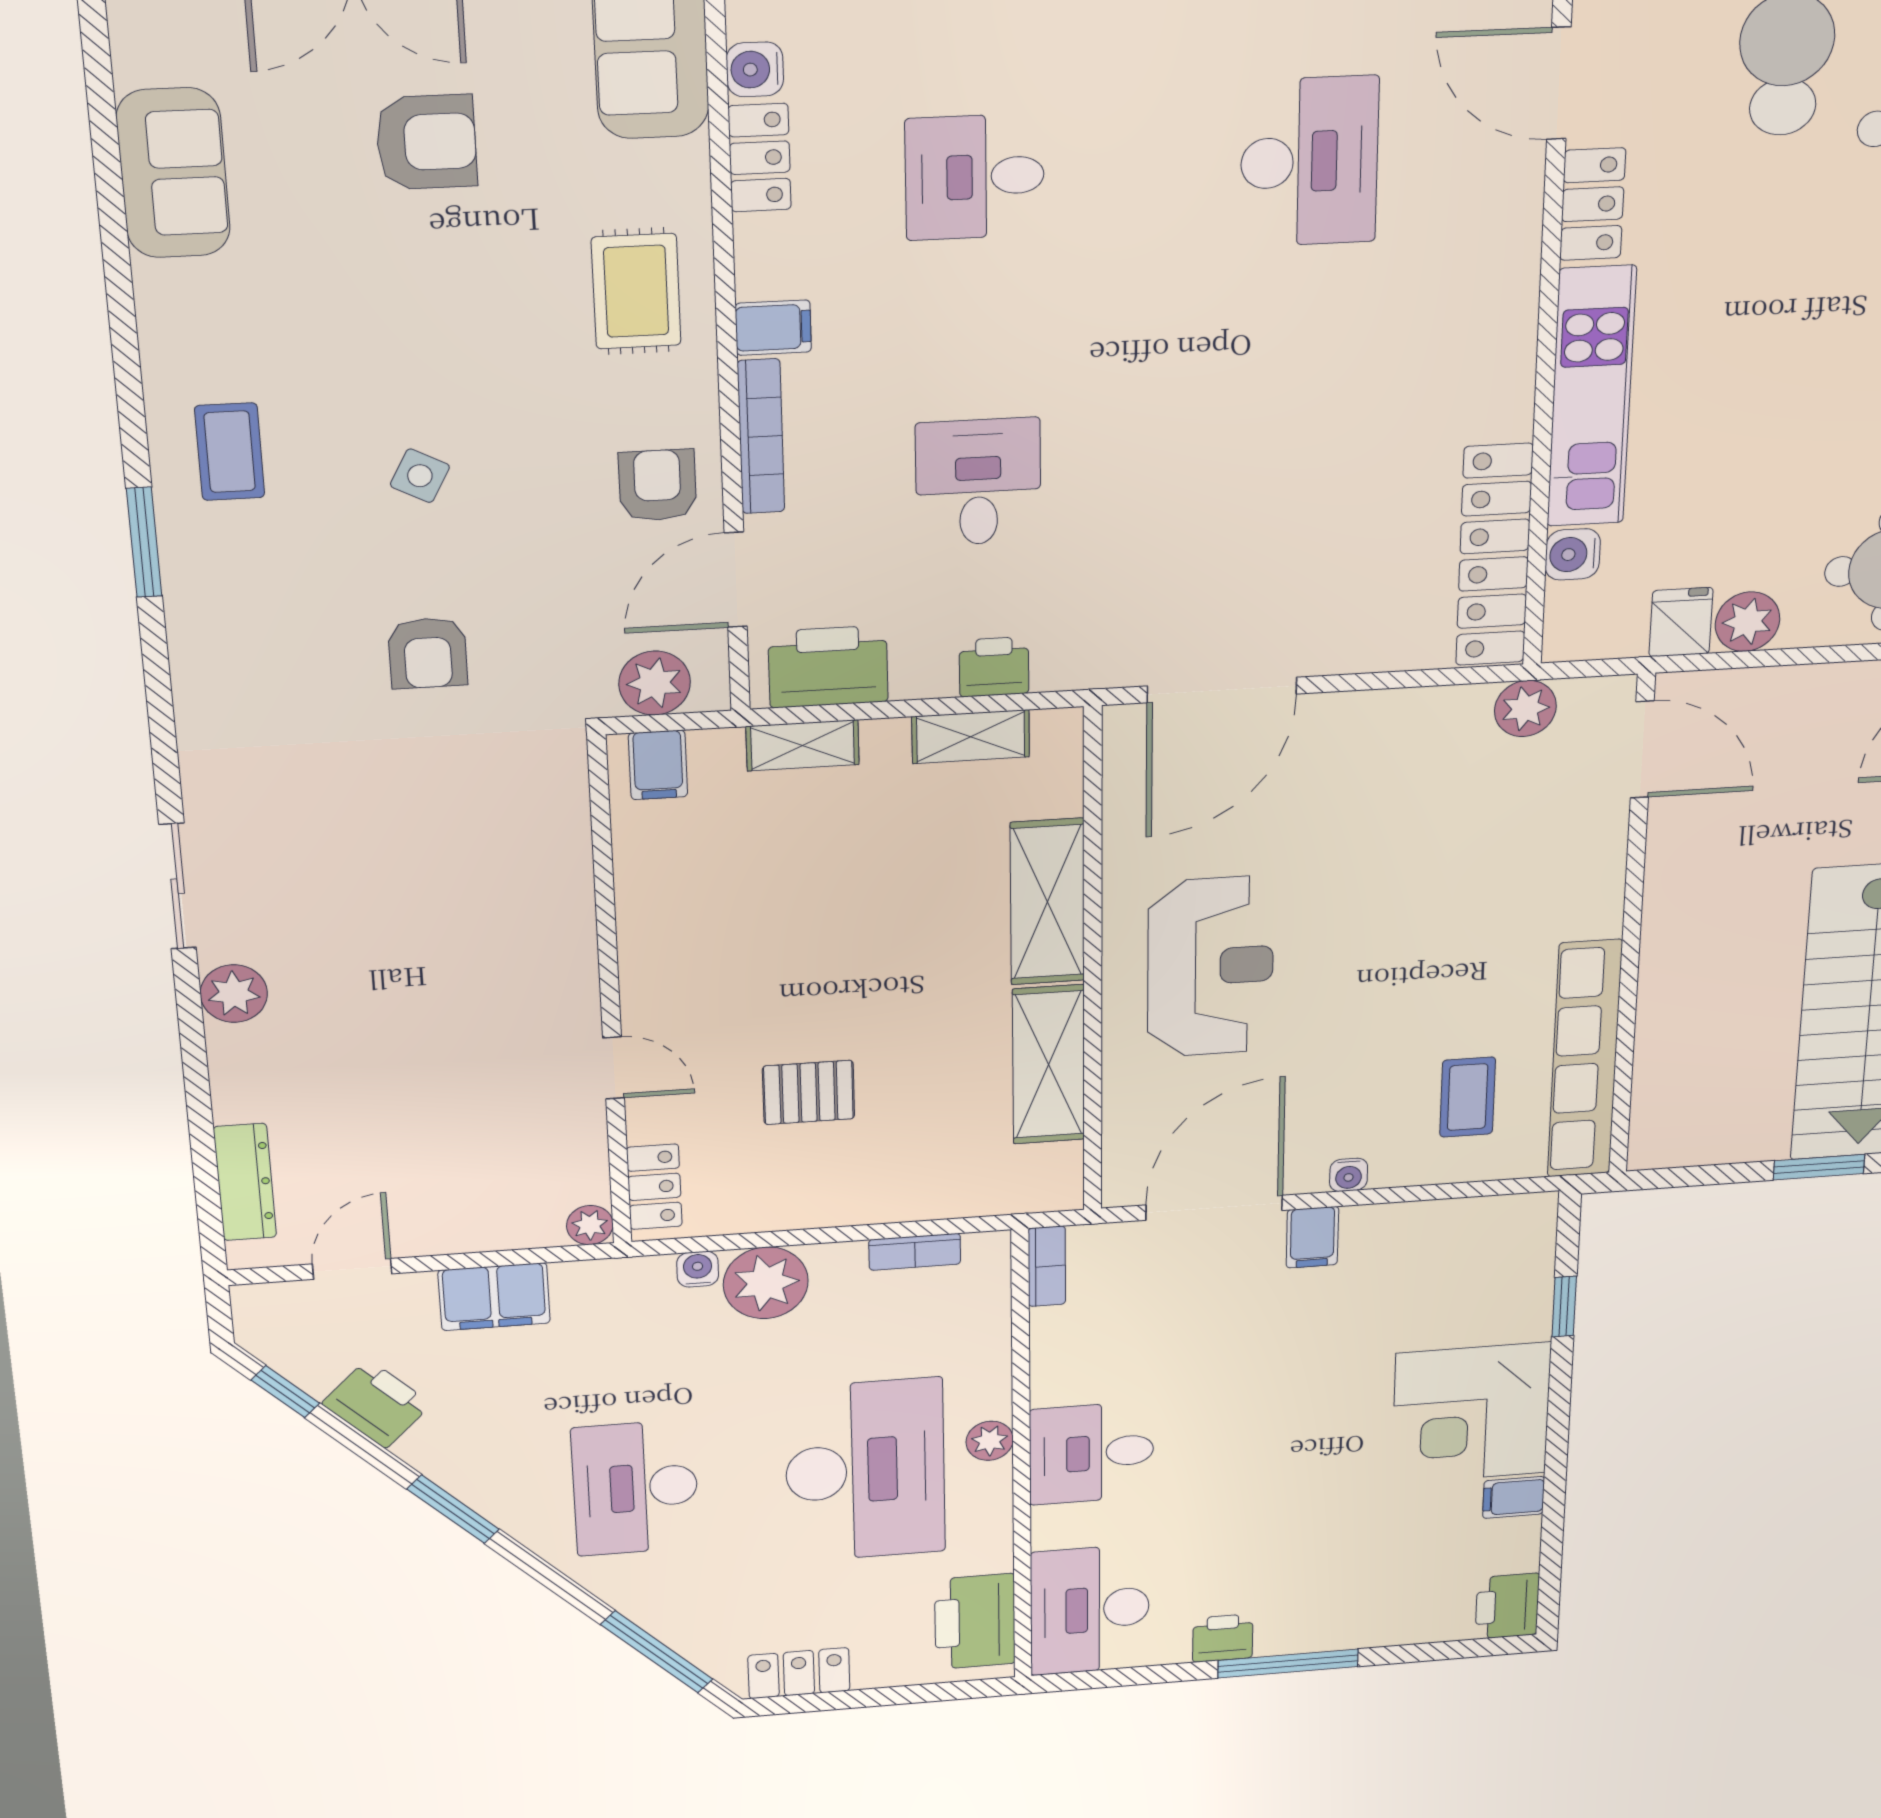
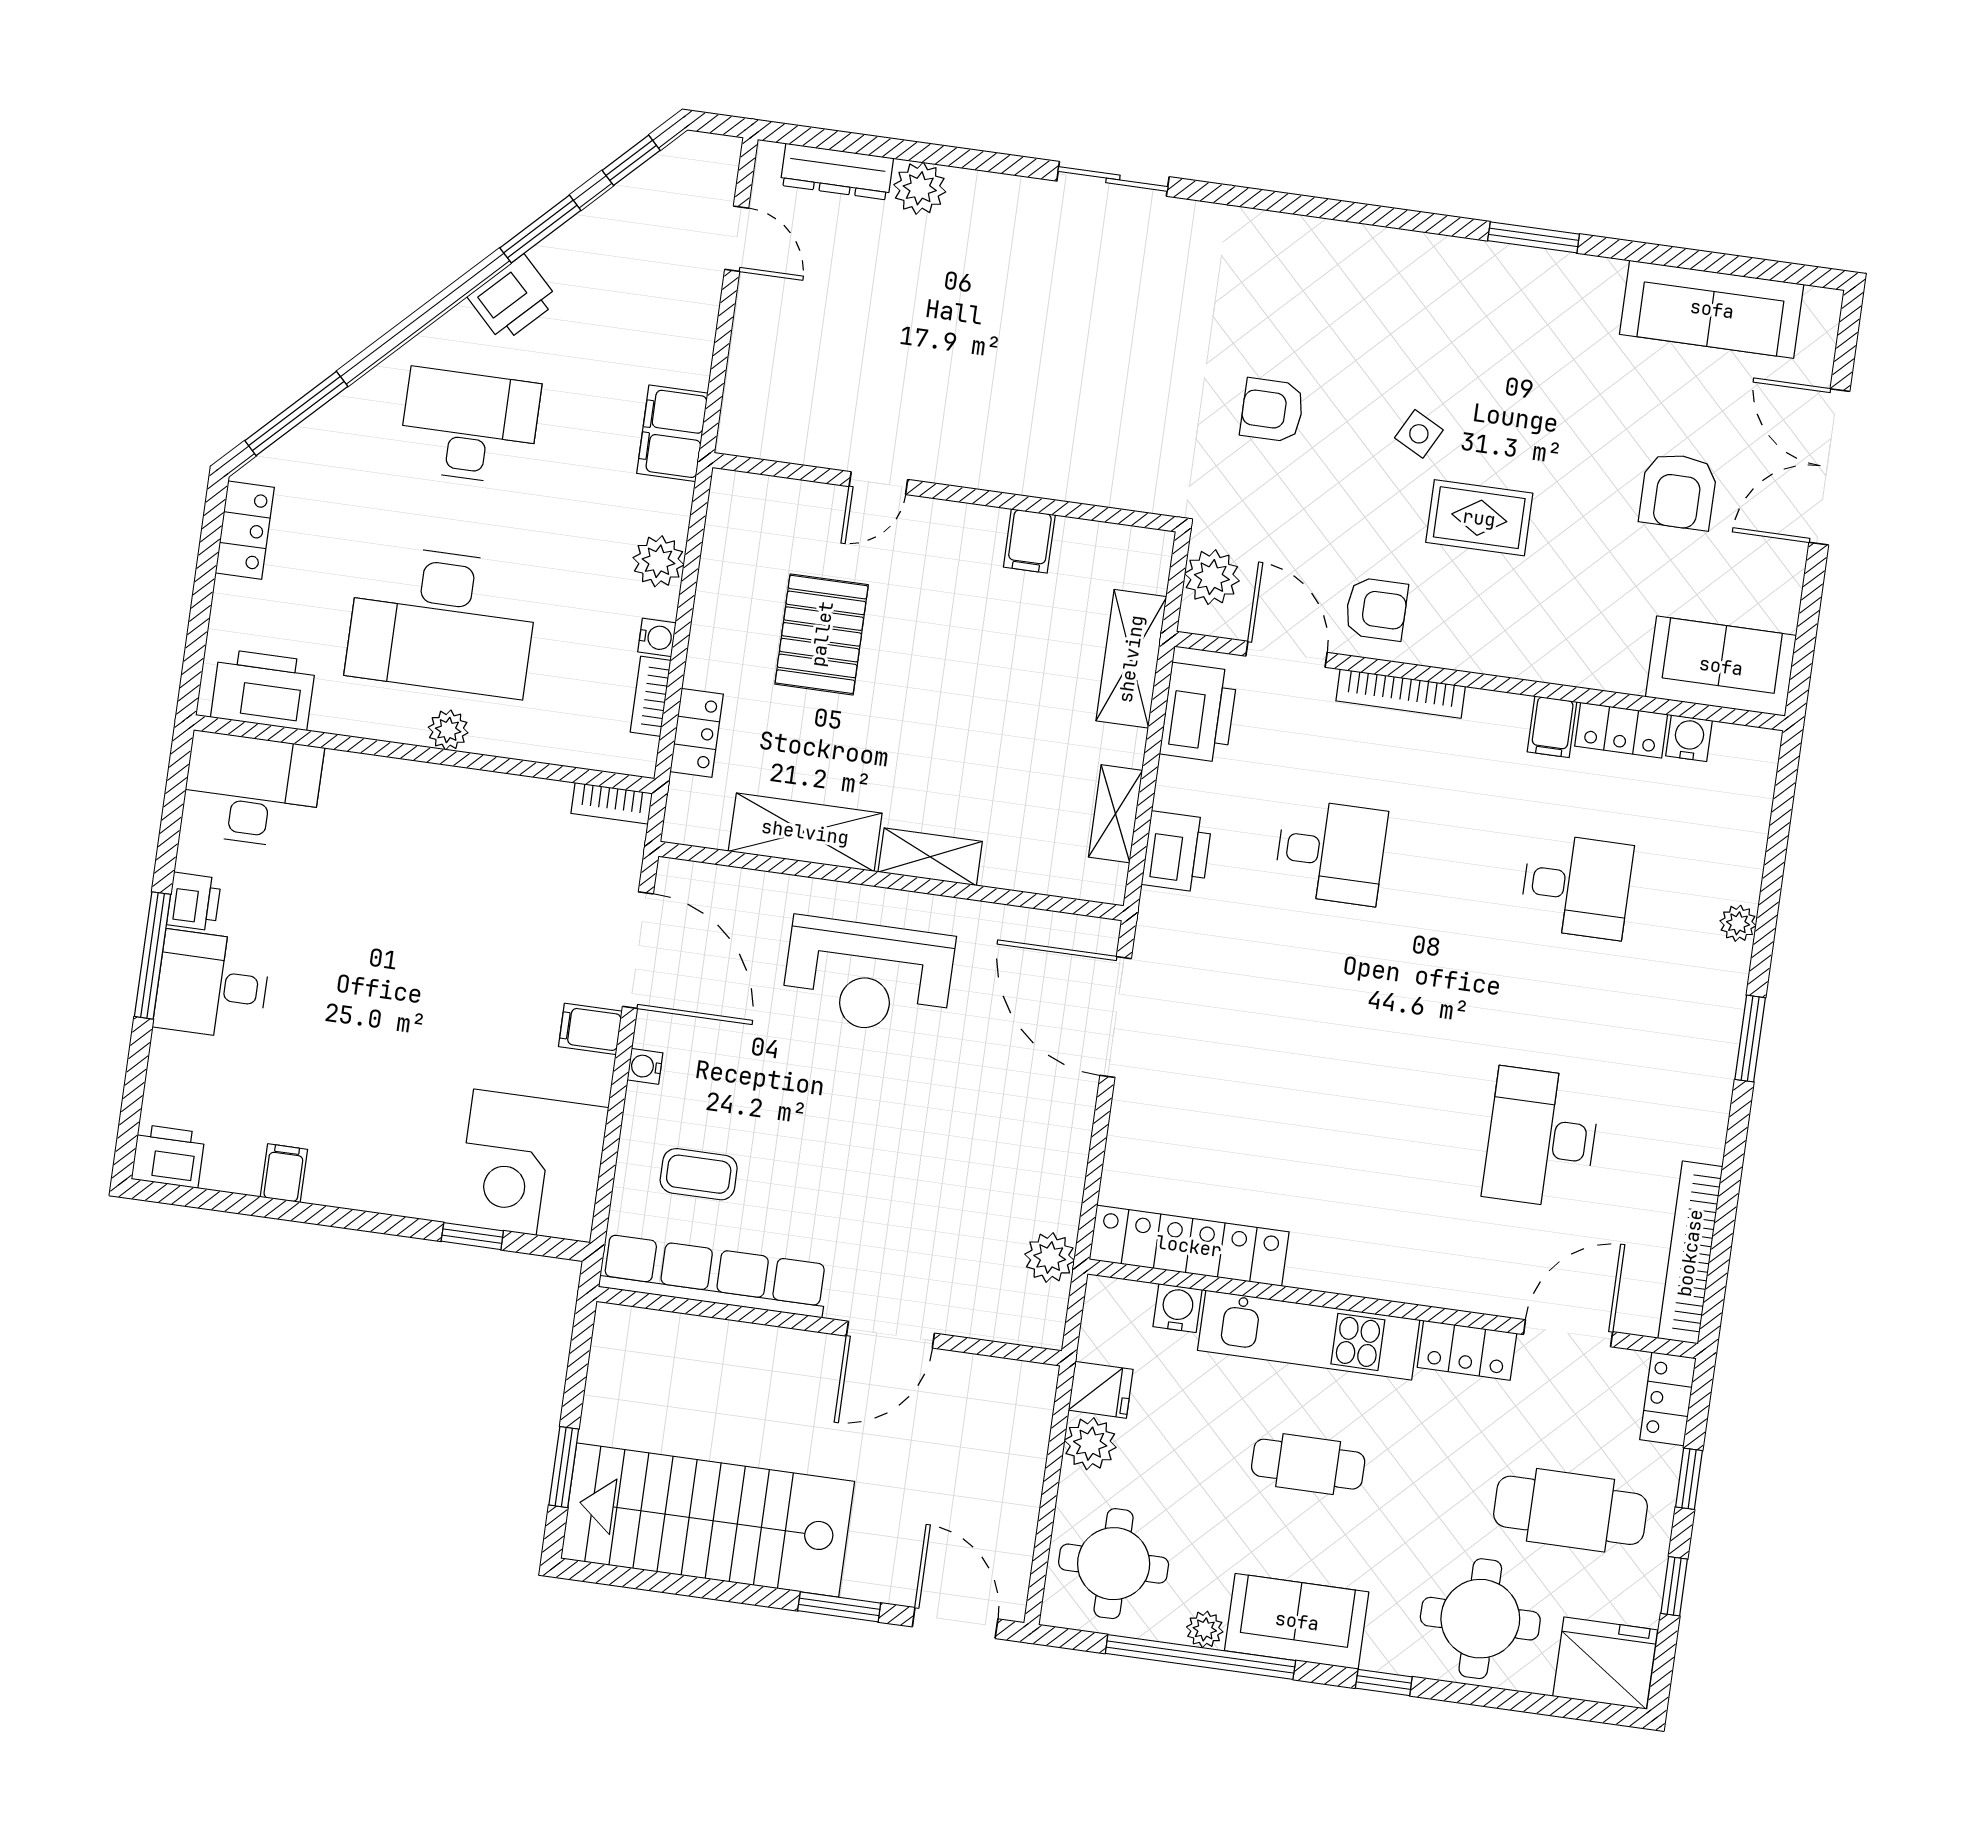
desk: (1309, 162) -> (1542, 1138), turned 90
sofa: (173, 173) -> (1712, 309), width x1.36
desk: (975, 177) -> (1577, 886), turned 90
rug: (636, 291) -> (1479, 518), moved
filing cabinet: (773, 328) -> (1552, 727), moved
cafe table: (1753, 368) -> (1308, 1464), added
coffee table: (230, 452) -> (1466, 298), removed
window: (144, 542) -> (1534, 237), moved
printer: (994, 667) -> (1177, 852), width x1.36, depth x1.24
shelving: (803, 745) -> (1131, 659), width x1.50, depth x1.33
door: (1642, 750) -> (890, 1335), moved
filing cabinet: (658, 765) -> (1029, 541), moved, turned -90
shelving: (1047, 902) -> (930, 857), width x0.67, depth x0.75
plant: (234, 994) -> (920, 188), moved
pallet: (809, 1092) -> (822, 634), width x1.50, depth x1.42
locker: (654, 1187) -> (697, 733), moved, turned -90
plant: (590, 1225) -> (736, 437), removed
water cooler: (698, 1269) -> (657, 637), moved
plant: (766, 1283) -> (659, 561), width x0.73, depth x0.73
filing cabinet: (494, 1297) -> (672, 433), moved
printer: (377, 1404) -> (513, 299), moved
corner desk: (1471, 1413) -> (532, 1166), moved, turned -90
desk: (1092, 1453) -> (212, 985), moved, turned -90
window: (453, 1509) -> (540, 229), moved

